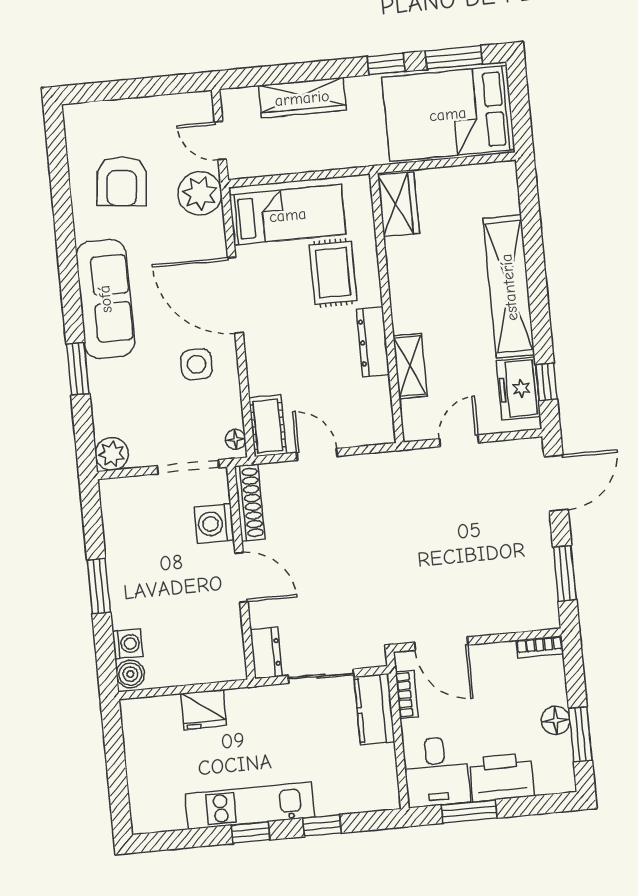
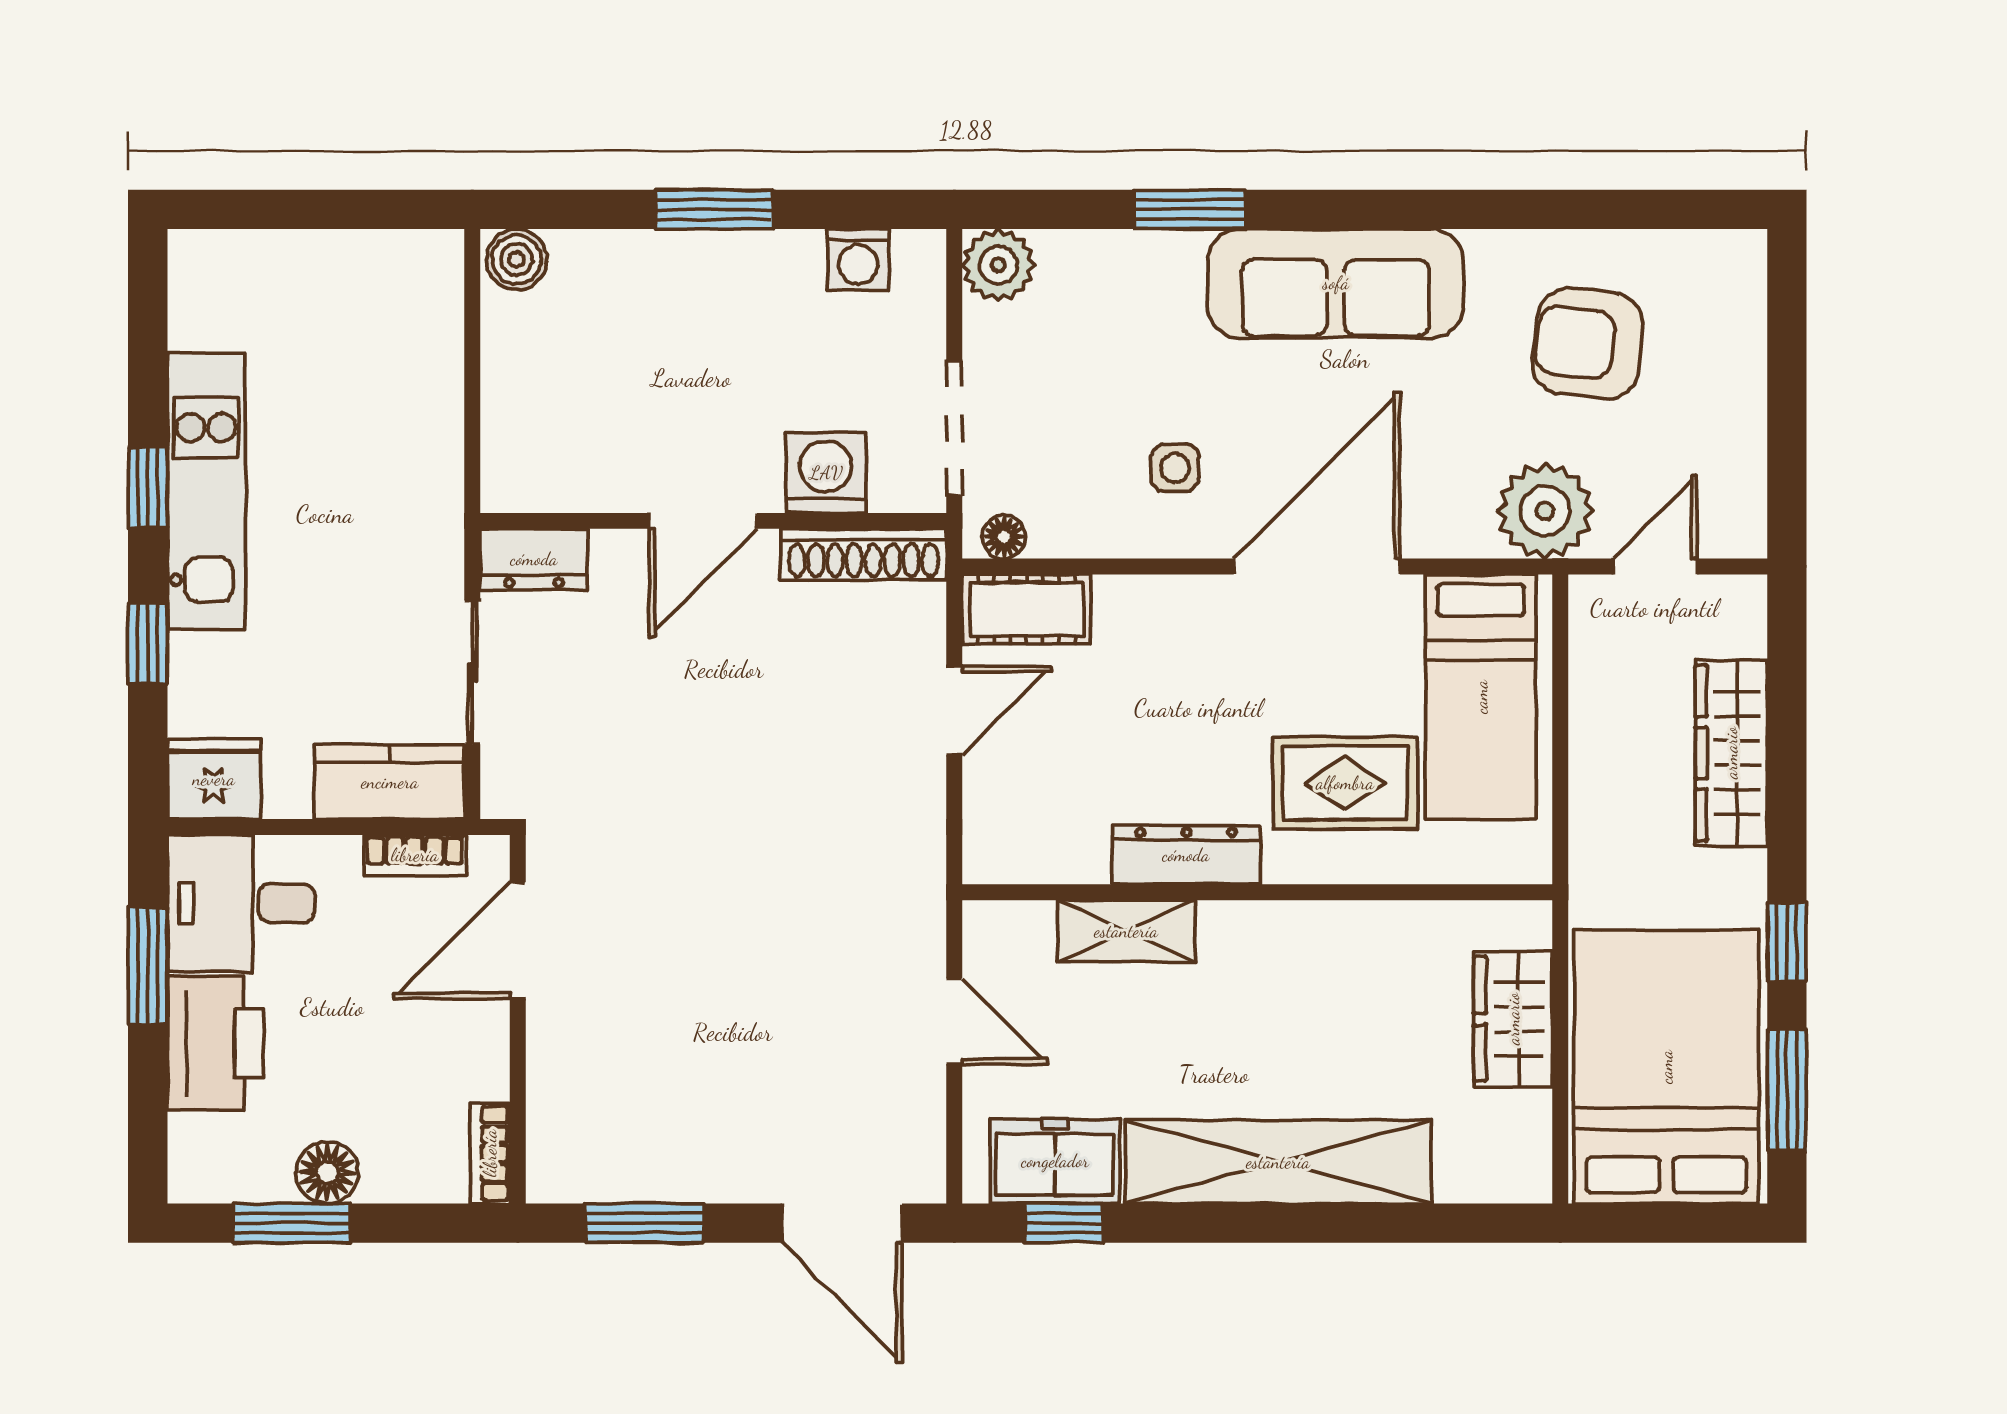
wardrobe: (398, 204) -> (1513, 1019), moved, turned 90
side table: (197, 364) -> (1175, 468), width x0.73, depth x0.73
washing machine: (127, 644) -> (858, 260), moved
fridge: (203, 710) -> (214, 779), moved, turned 90

